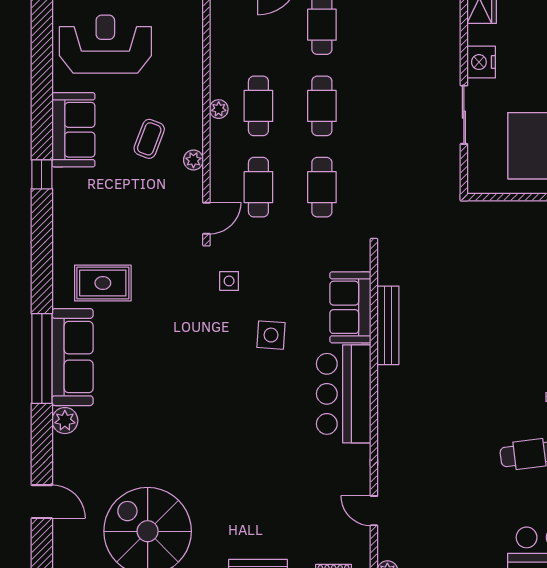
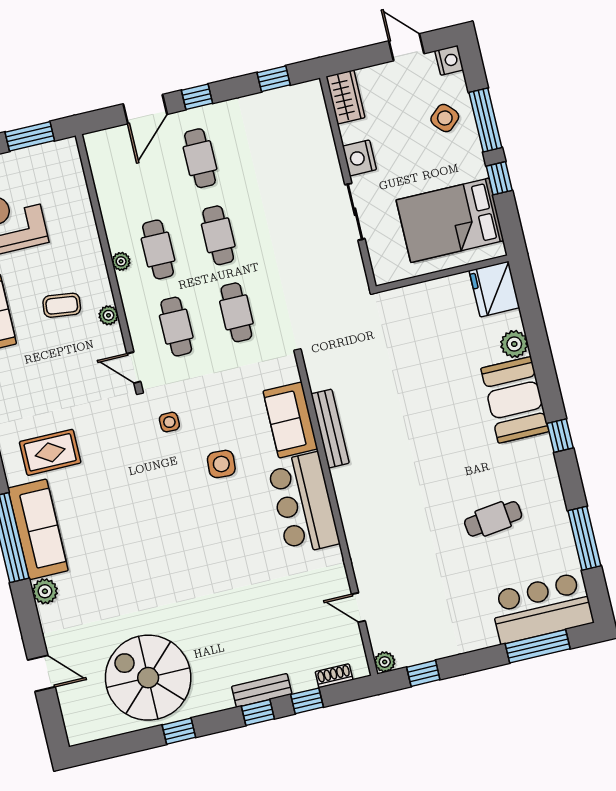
coffee table: (149, 139) -> (62, 305), turned 76
door: (206, 218) -> (134, 368), swing flipped

